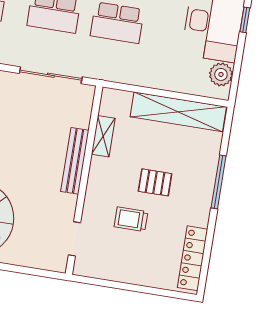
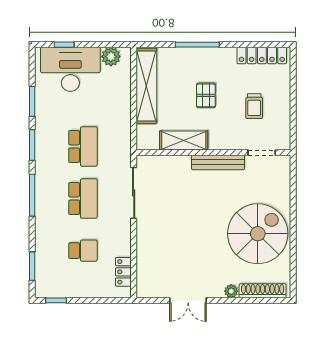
shelving: (103, 136) -> (184, 140), width x1.50, depth x1.33
bench: (75, 161) -> (218, 162), moved
trolley: (131, 219) -> (254, 106), moved

